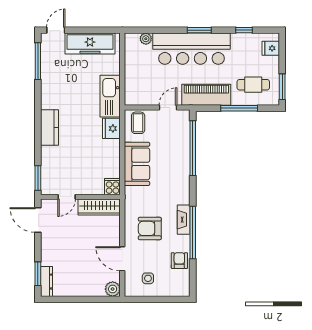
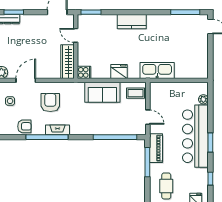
freezer: (90, 44) -> (199, 54), removed
piano: (206, 95) -> (156, 148), width x0.73, depth x0.75
window: (239, 108) -> (147, 162), moved
fridge: (111, 128) -> (119, 72), moved

